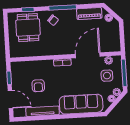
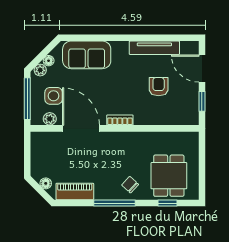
door: (88, 55) -> (81, 128), swing flipped
sofa: (81, 104) -> (87, 55), width x0.73

